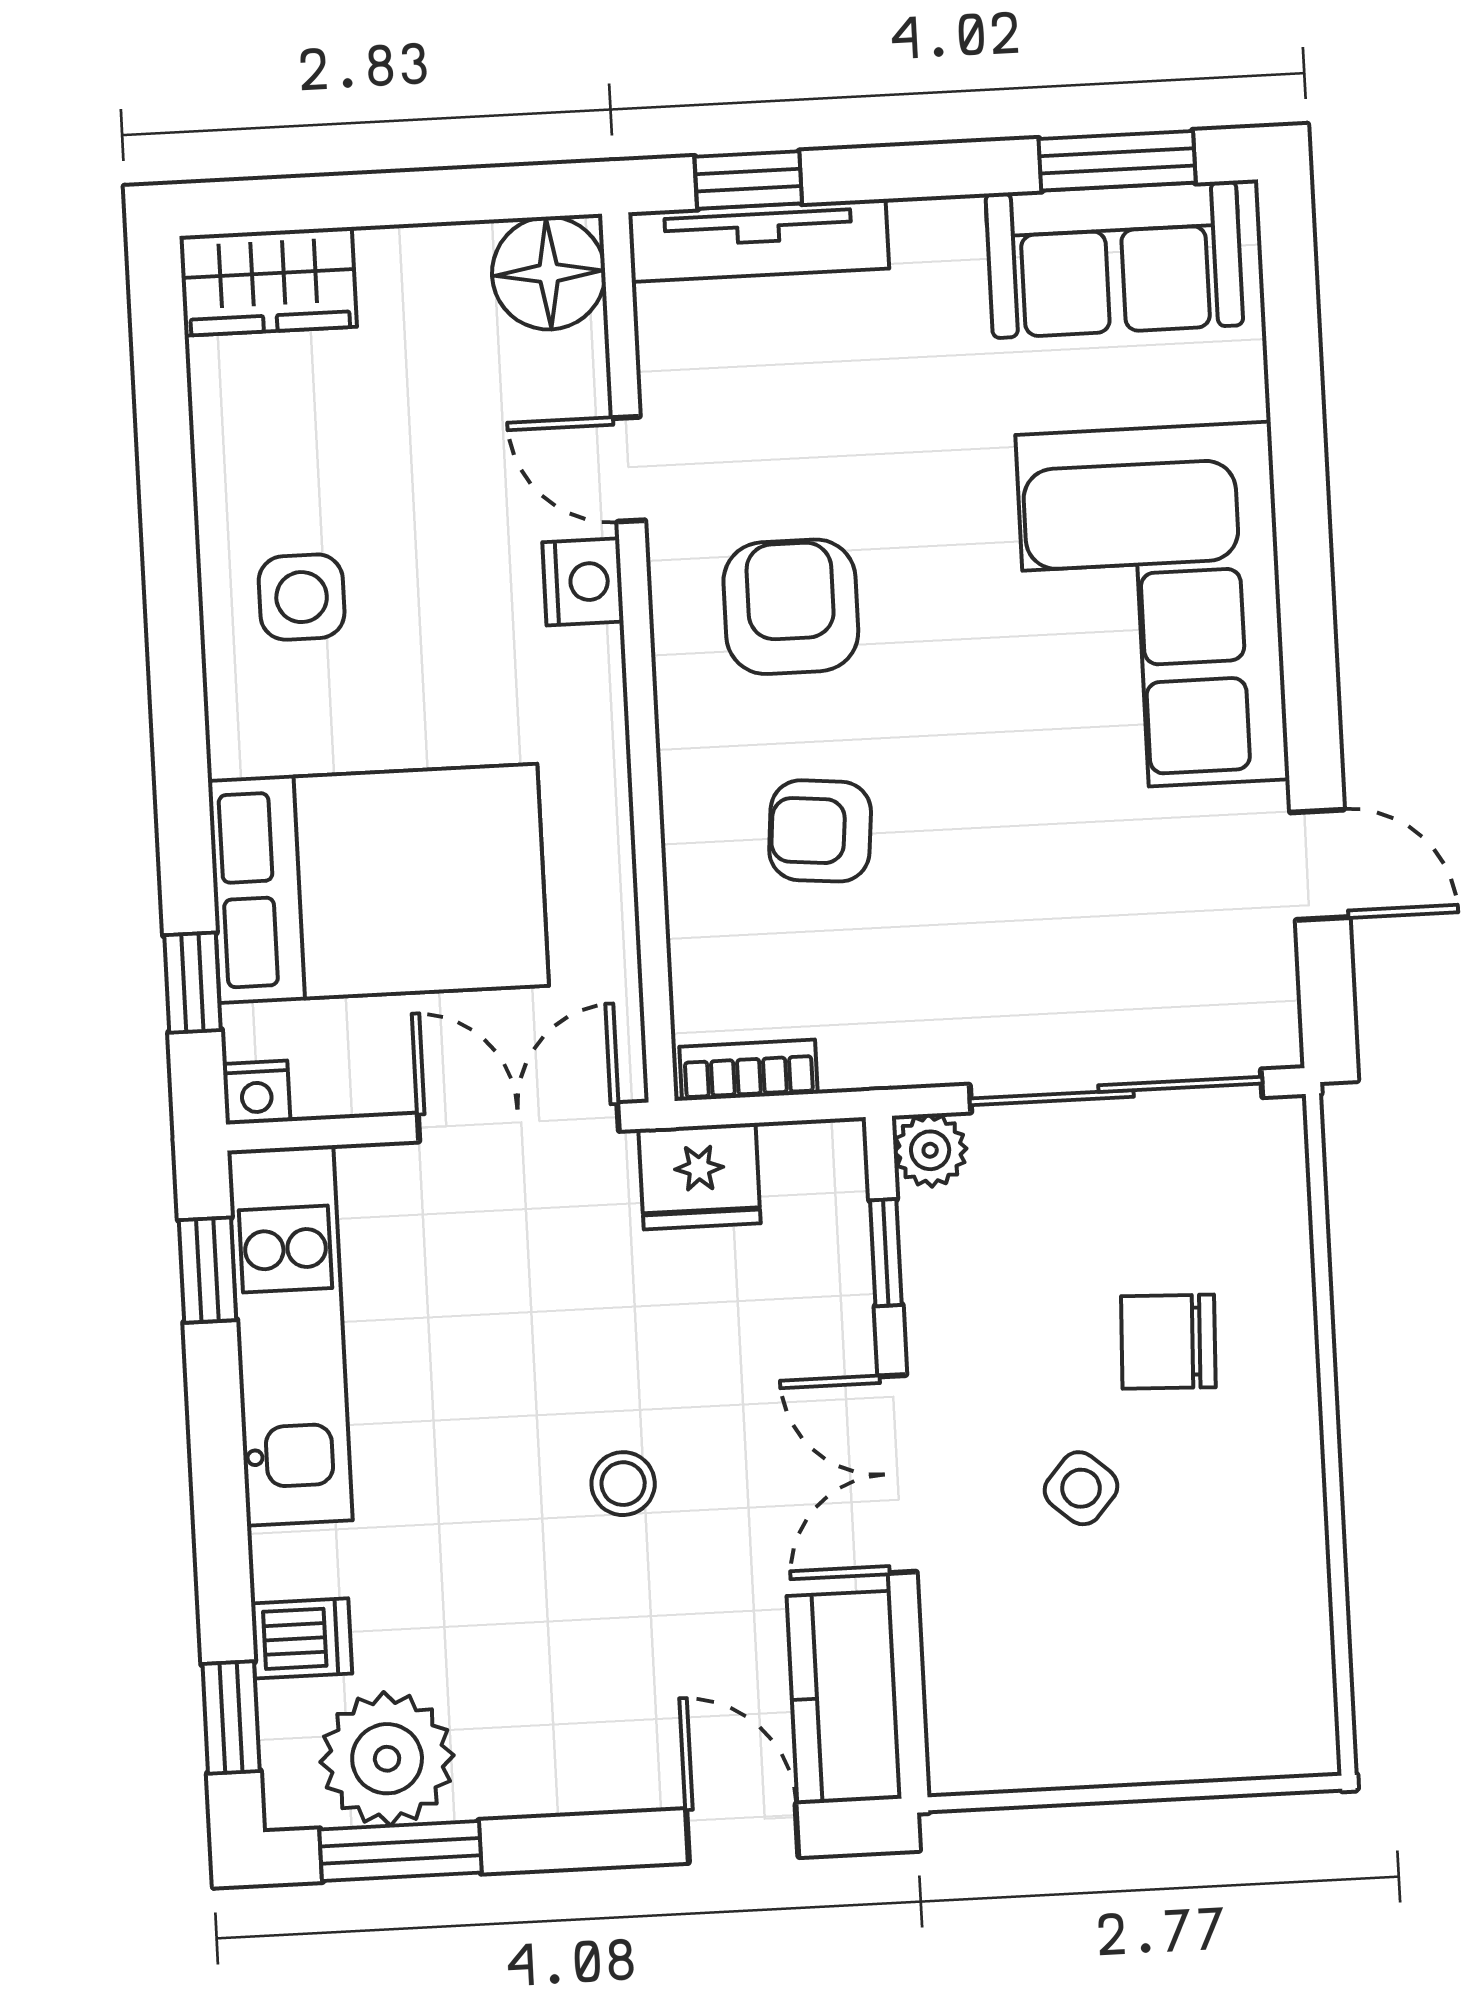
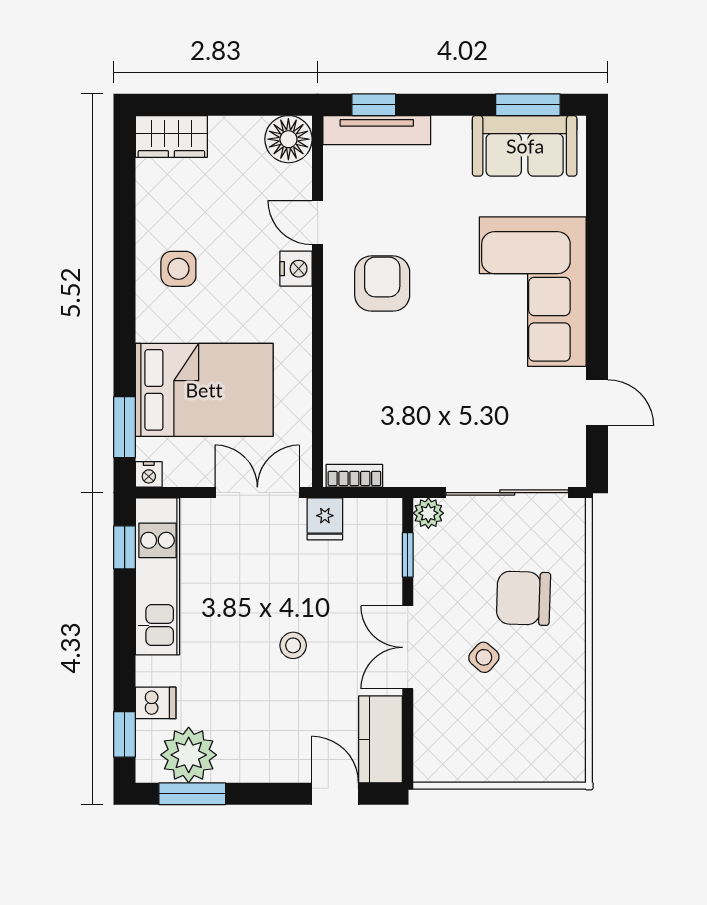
armchair: (820, 831) -> (389, 378), removed
window: (192, 983) -> (125, 427), width x1.50
fridge: (700, 1176) -> (325, 519), width x0.72
chair: (1168, 1342) -> (523, 598), width x1.37, depth x1.37

